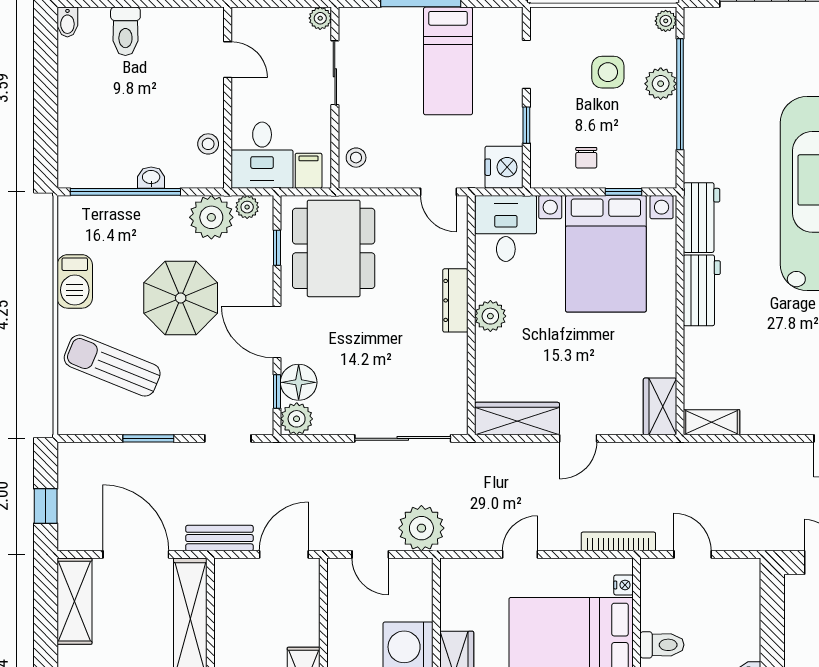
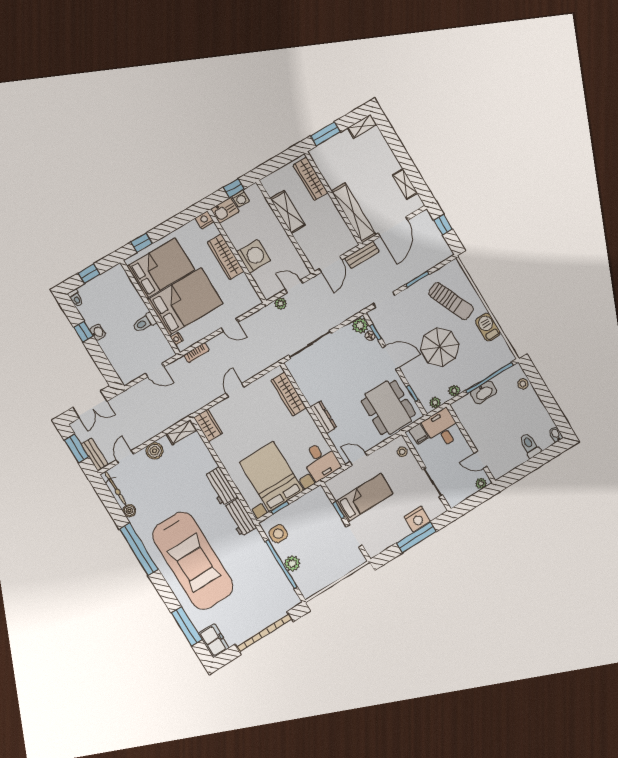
plant: (320, 18) -> (481, 483), moved
plant: (666, 21) -> (306, 592), removed
bed: (448, 61) -> (364, 497), moved, turned 90
side table: (608, 72) -> (278, 534), moved
stool: (208, 144) -> (523, 384), moved
chair: (586, 158) -> (305, 512), removed
nightstand: (504, 167) -> (417, 519), moved, turned -90
washbasin: (151, 178) -> (484, 392), width x1.91, depth x1.45
plant: (211, 217) -> (454, 391), width x0.53, depth x0.53
plant: (490, 316) -> (305, 420), removed
sun lounger: (112, 366) -> (451, 301), turned 44
floor lamp: (299, 382) -> (370, 336), width x0.53, depth x0.53
wardrobe: (517, 419) -> (289, 394), moved, turned 90
boiler: (776, 419) -> (154, 451), added
plant: (421, 528) -> (281, 304), width x0.53, depth x0.53
bookcase: (618, 541) -> (196, 353), width x0.64
door: (136, 554) -> (393, 227), hinge flipped
door: (520, 554) -> (230, 325), hinge flipped
shelving: (74, 601) -> (405, 184), width x0.67, depth x0.75

